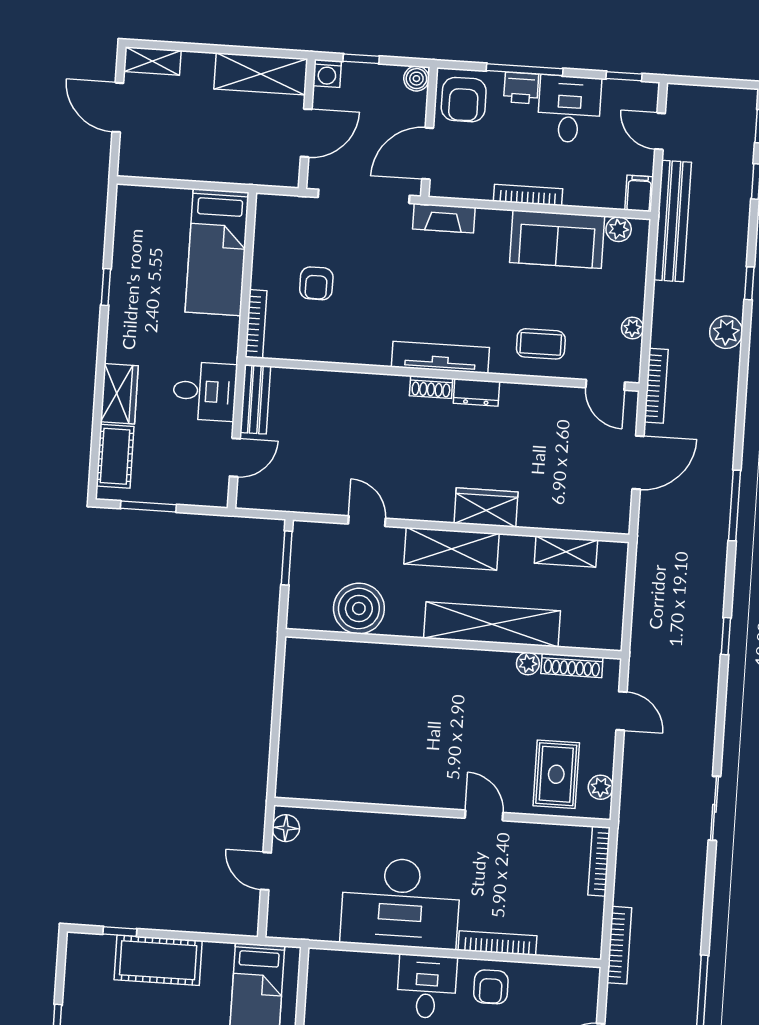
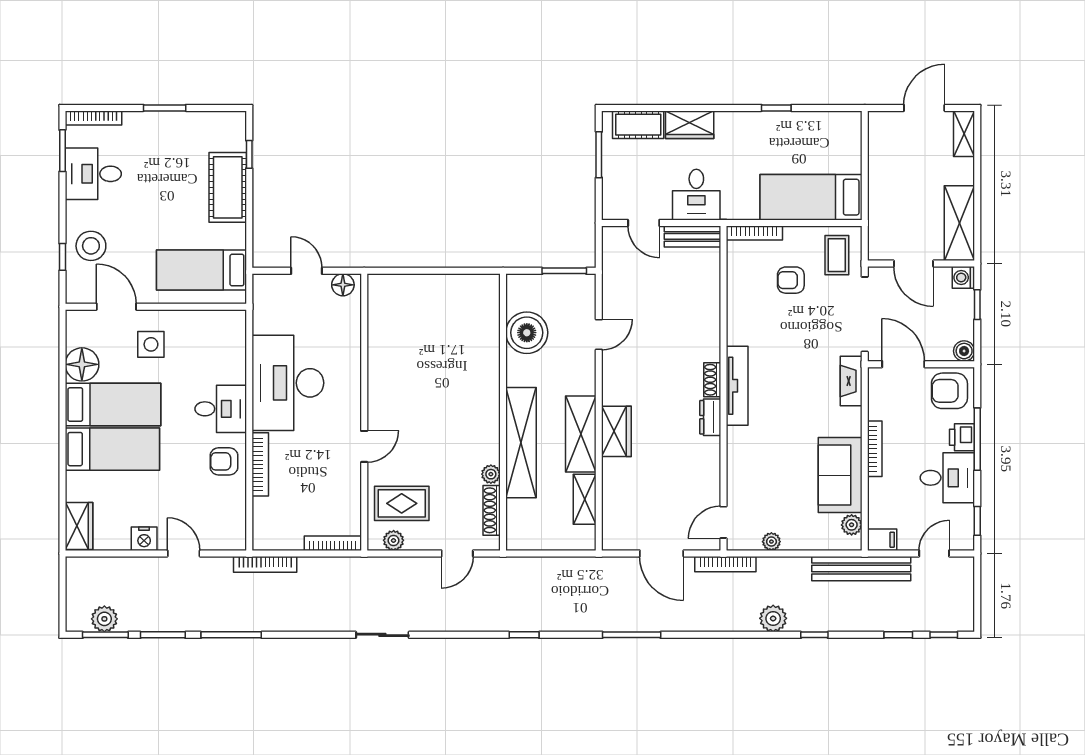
coffee table: (541, 344) -> (837, 255), moved
shelving: (451, 549) -> (581, 434), moved
door: (266, 871) -> (307, 271), hinge flipped

